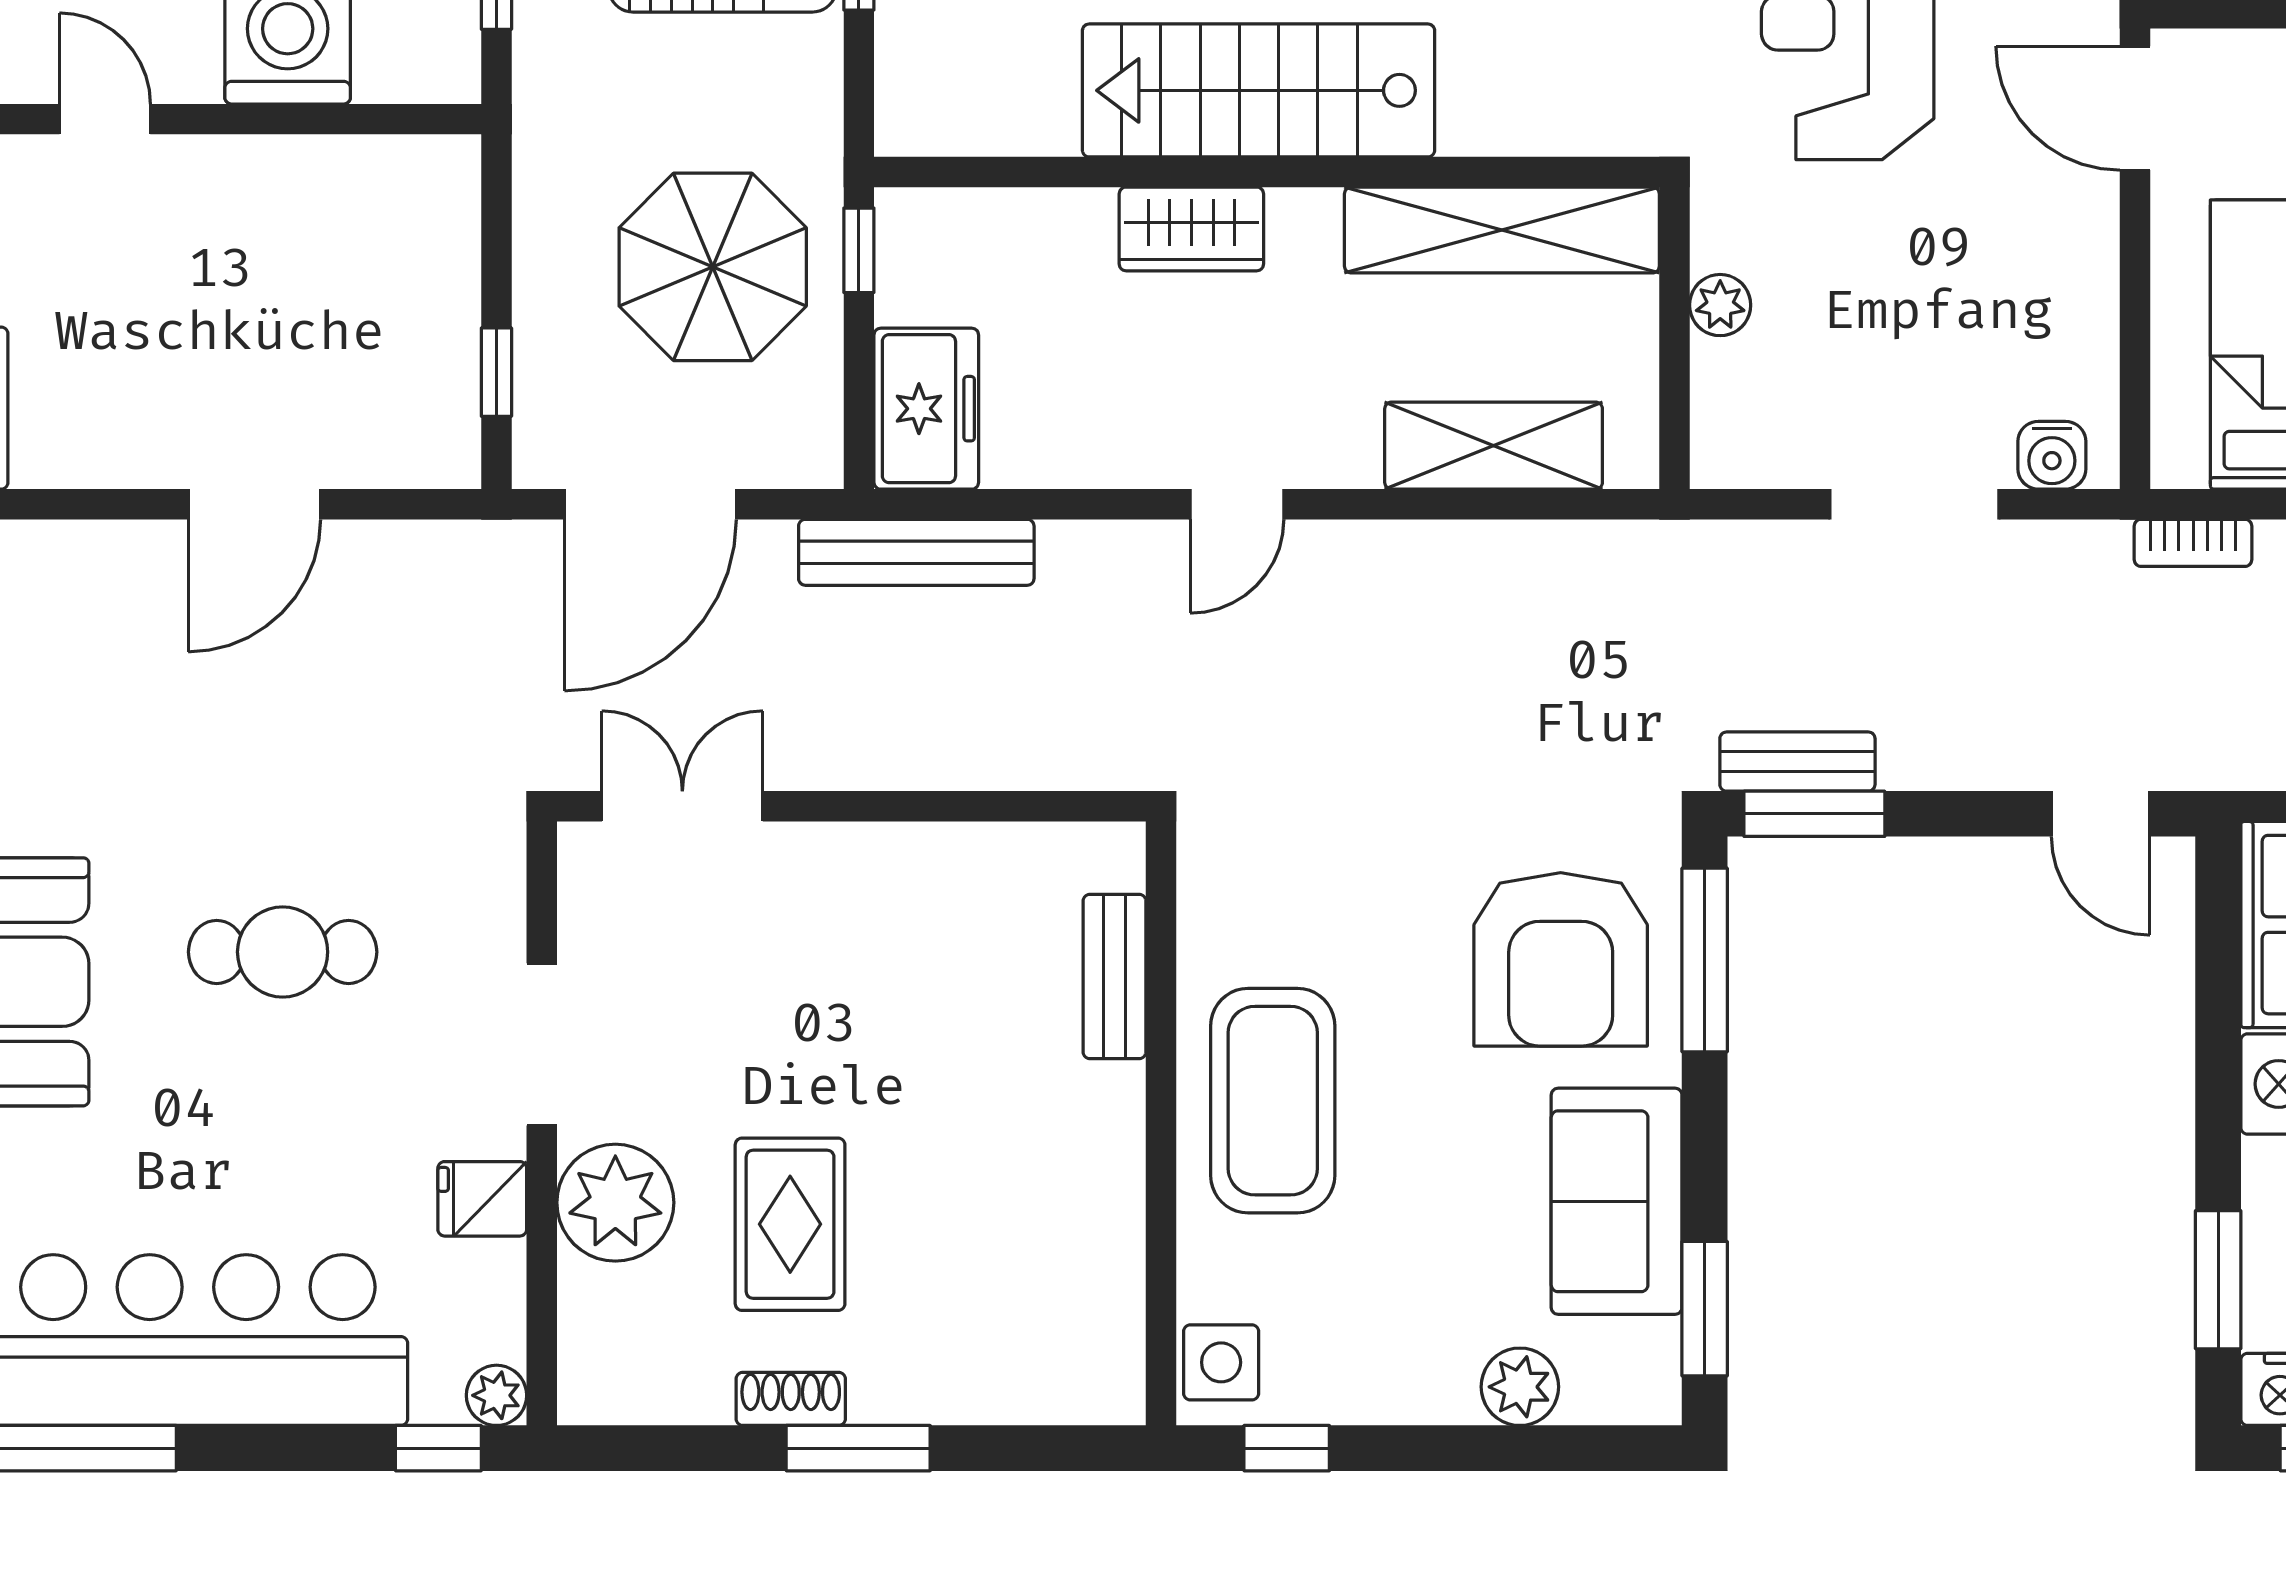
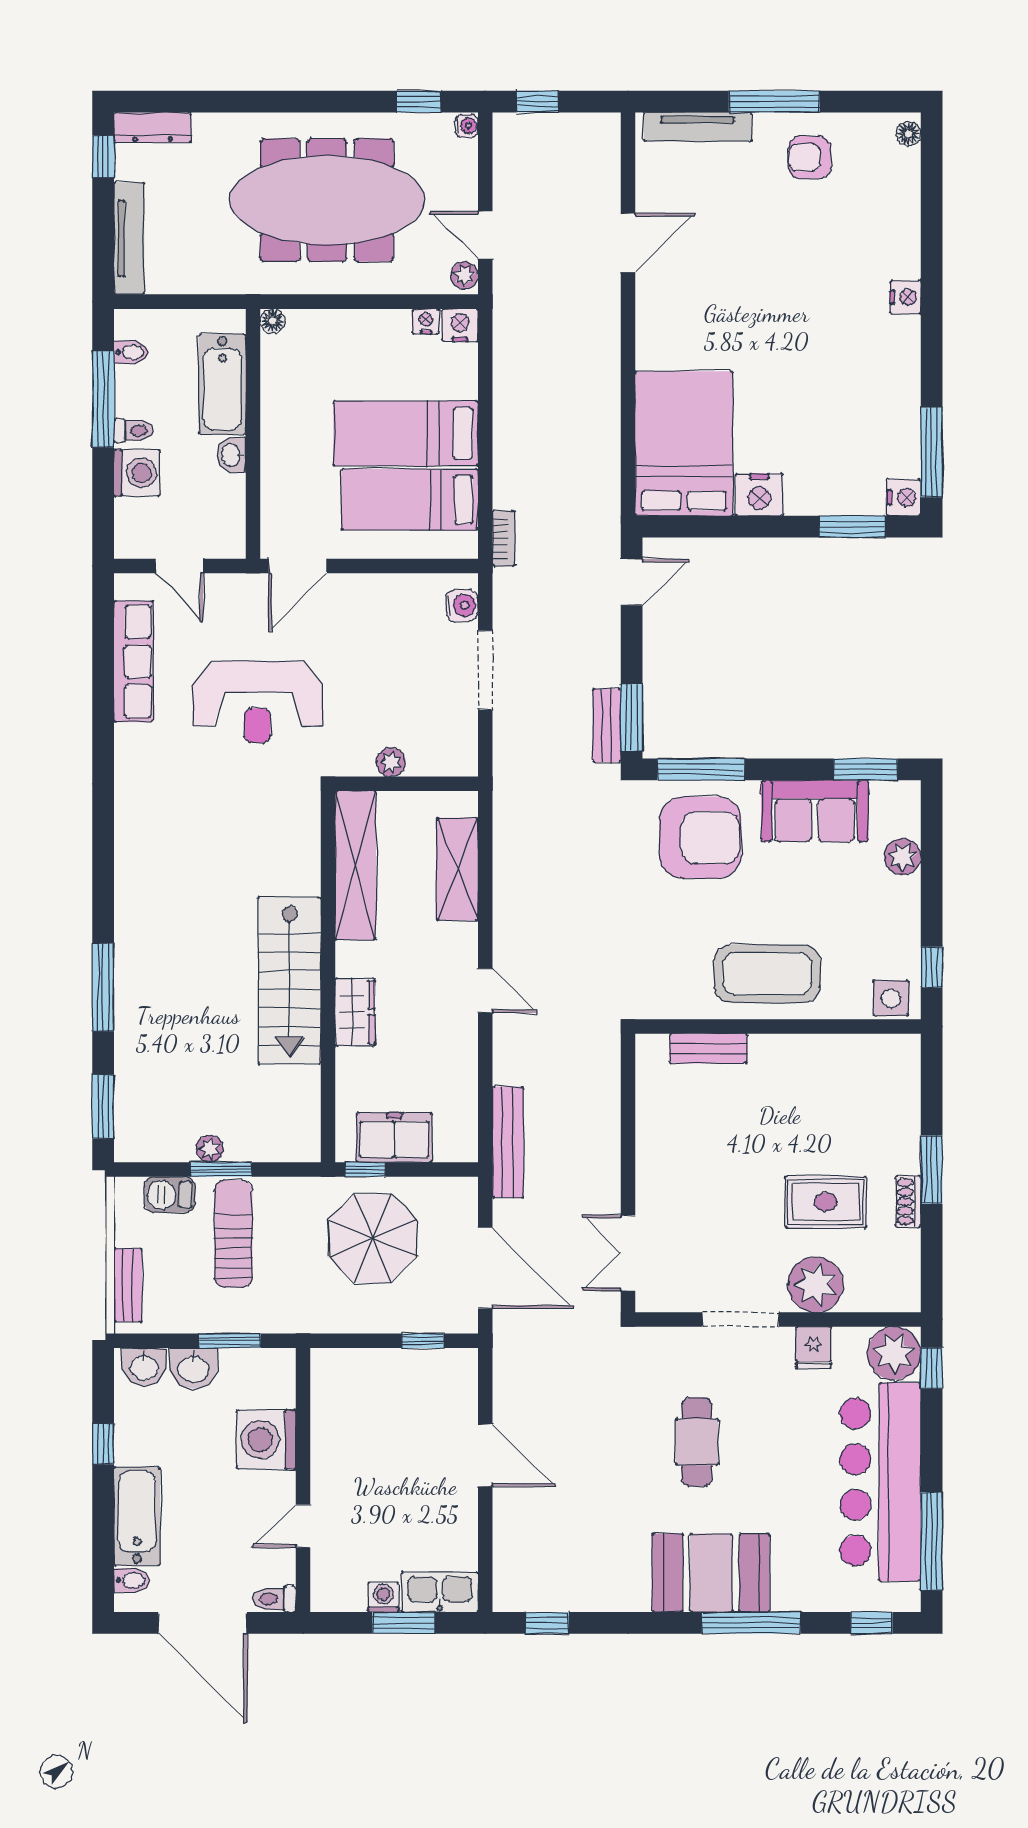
freezer: (926, 409) -> (394, 1138), moved
plant: (496, 1395) -> (894, 1353), width x1.88, depth x1.88

